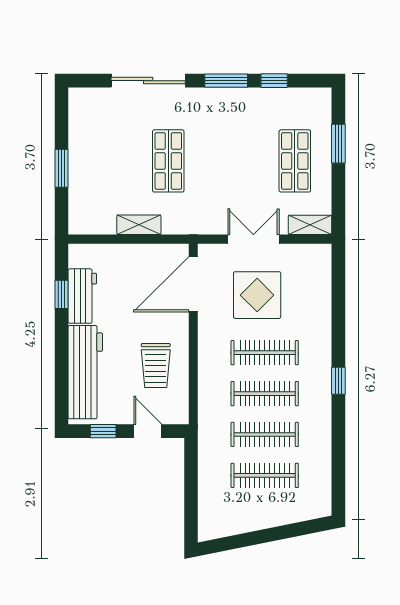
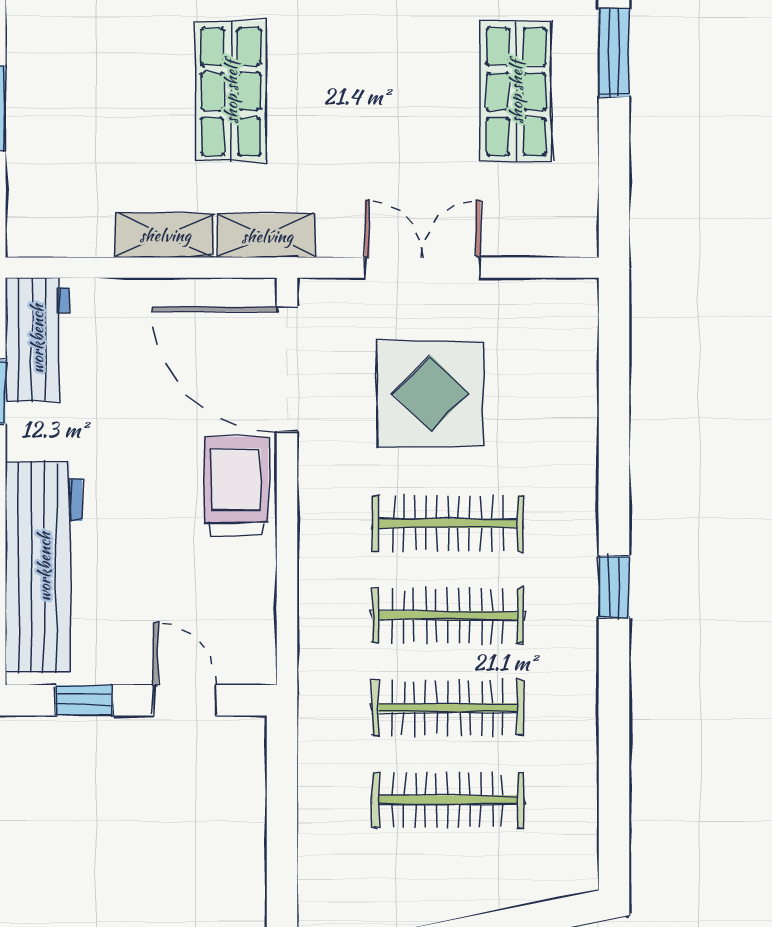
shelving: (310, 225) -> (267, 236), moved
door: (193, 284) -> (287, 369), hinge flipped
workbench: (82, 296) -> (37, 339), moved
trolley: (156, 365) -> (236, 486), moved, turned 180

